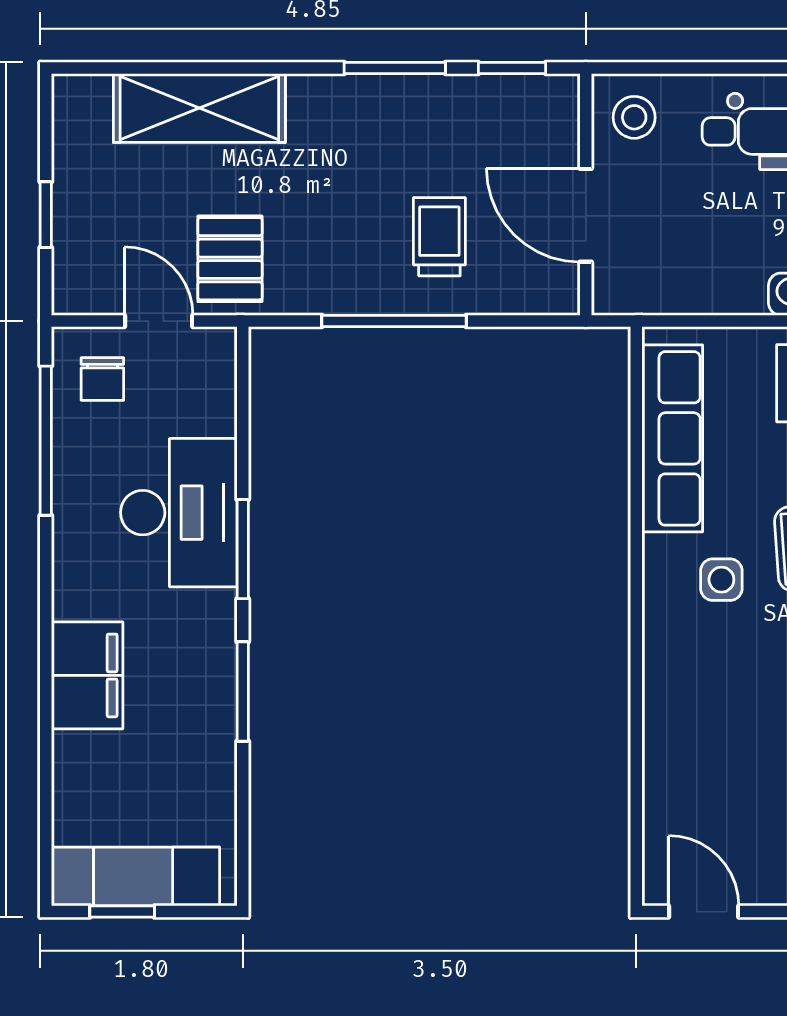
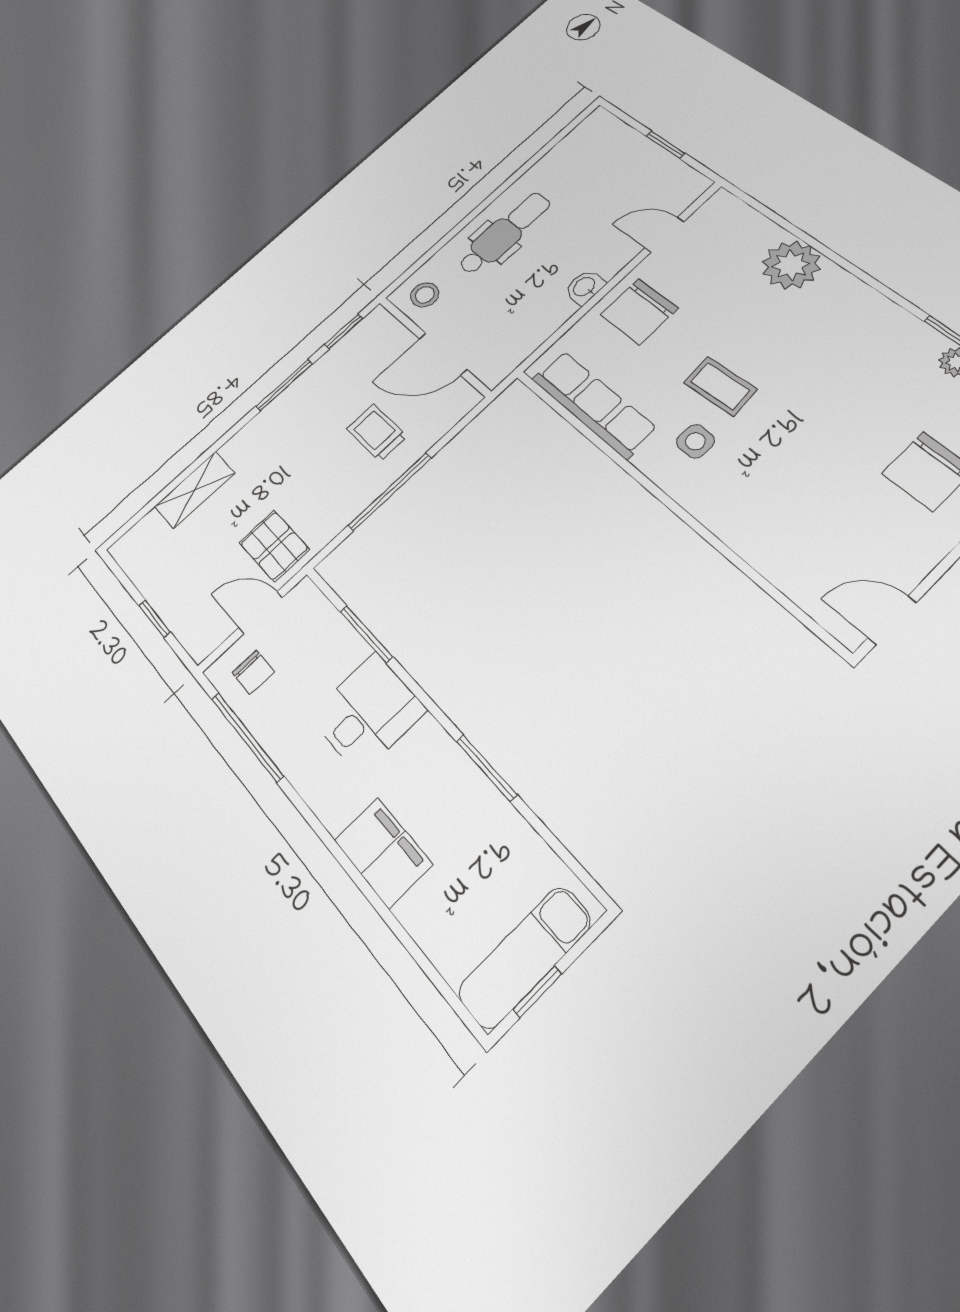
shelving: (199, 108) -> (195, 490), width x0.67, depth x0.75
desk: (179, 513) -> (367, 713), width x0.73
window: (243, 549) -> (366, 634), moved

